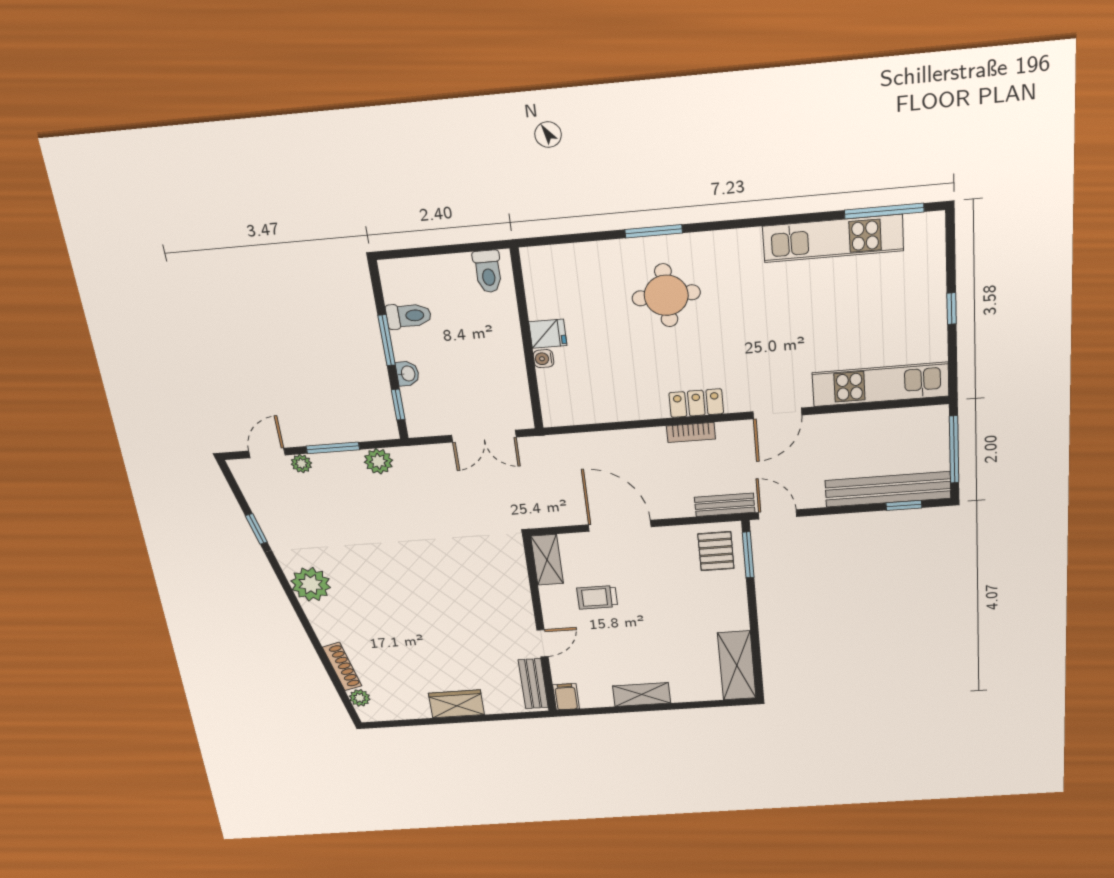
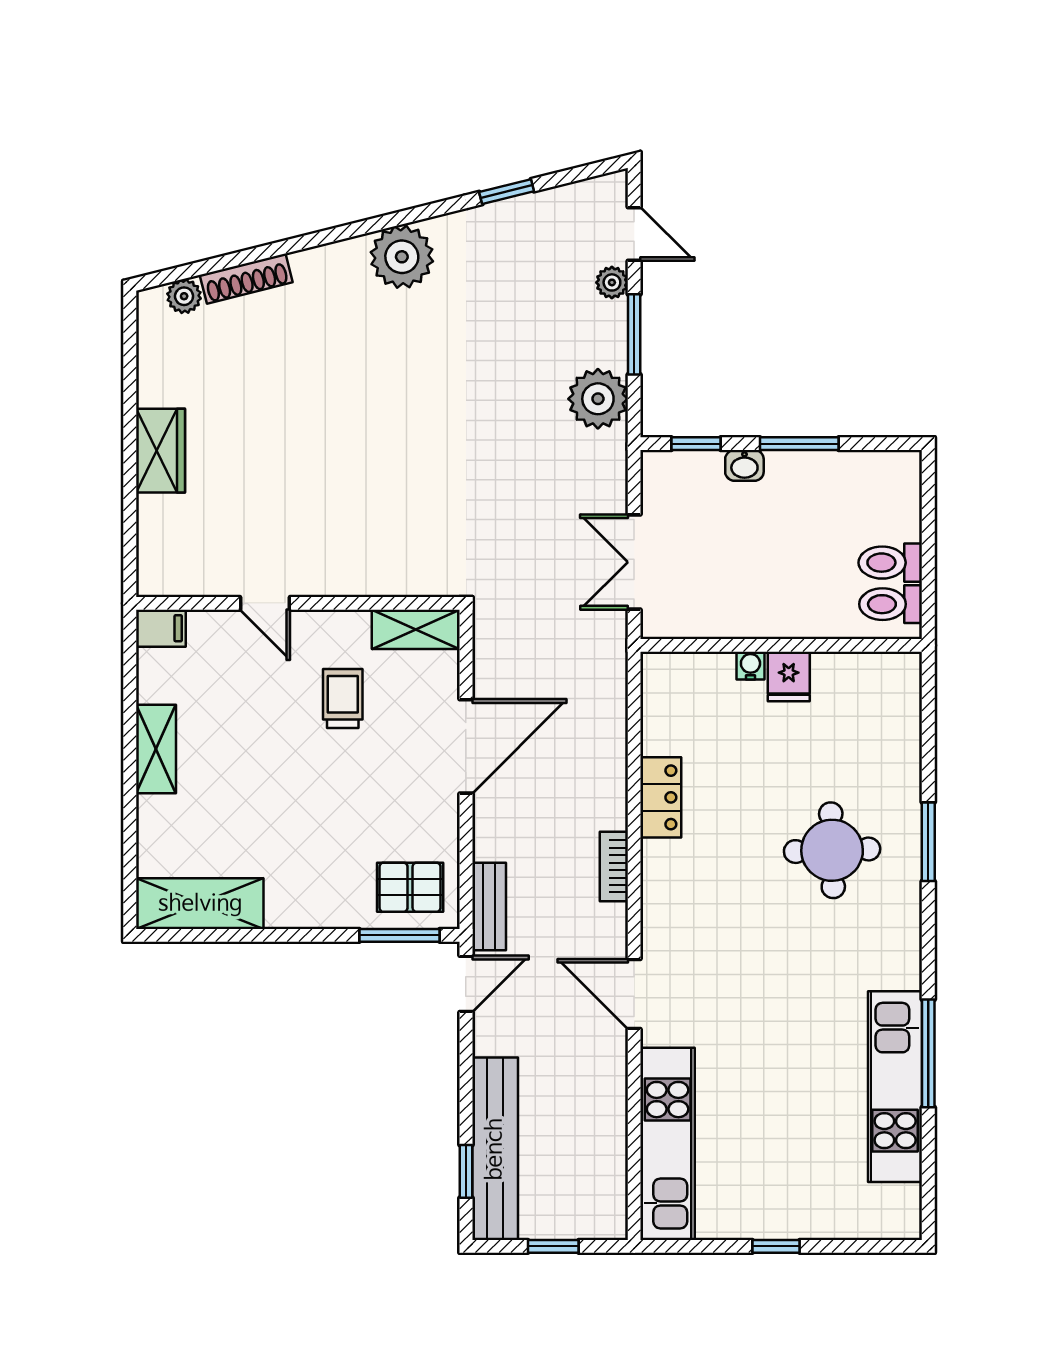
window: (884, 211) -> (928, 1053), moved
toilet: (409, 316) -> (890, 563), moved, turned 90
locker: (696, 403) -> (661, 797), moved
window: (954, 450) -> (553, 1246), width x0.46
plant: (378, 461) -> (598, 399), width x1.36, depth x1.36
bench: (533, 684) -> (190, 579), removed

